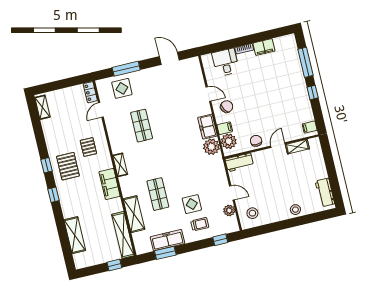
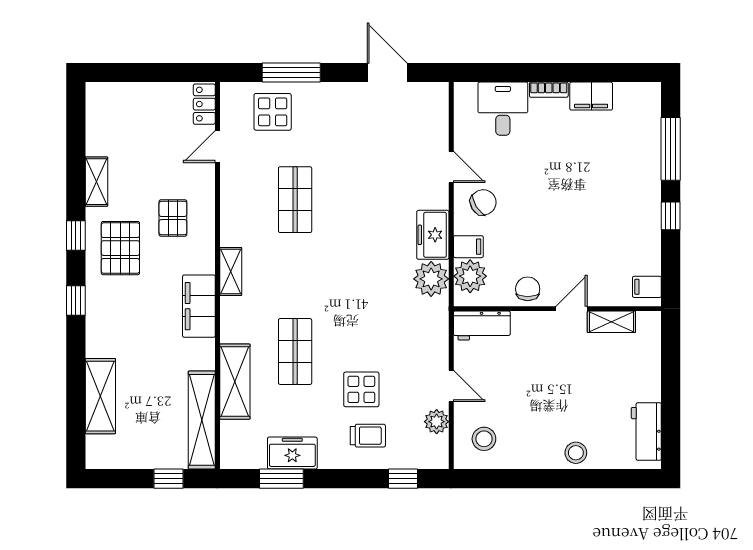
shelving: (42, 107) -> (96, 182), moved
freezer: (168, 240) -> (292, 453), width x0.71

